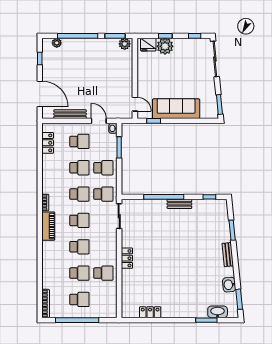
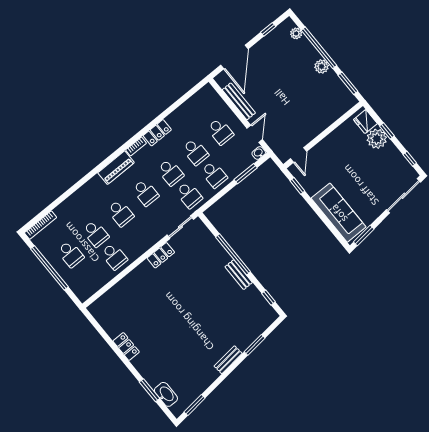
plant: (125, 44) -> (322, 66), moved
sofa: (176, 109) -> (339, 213), moved
locker: (48, 143) -> (157, 133), moved
locker: (127, 258) -> (161, 255), moved
washbasin: (229, 285) -> (201, 384), removed
locker: (150, 312) -> (126, 346), moved

